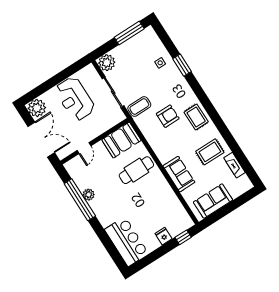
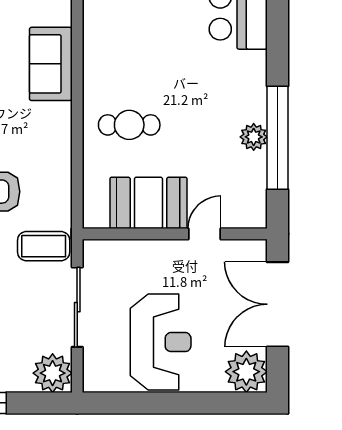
booth: (121, 140) -> (148, 203), moved
cafe table: (136, 170) -> (129, 125), width x0.73, depth x0.74

